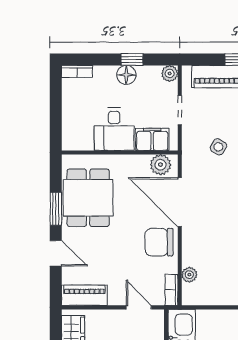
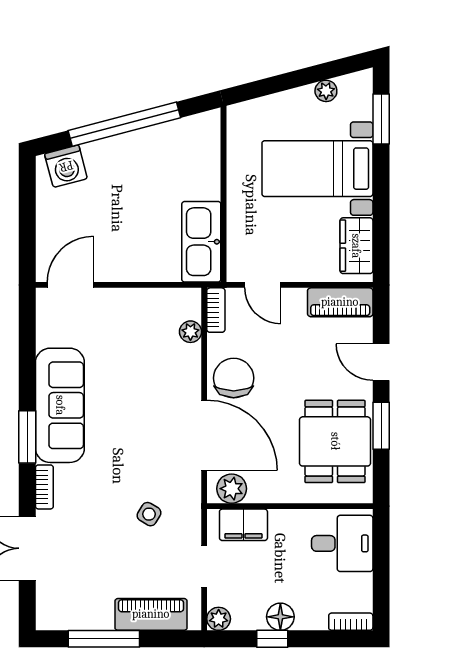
desk: (114, 129) -> (342, 543), moved, turned 90
chair: (159, 242) -> (234, 378), turned -90

